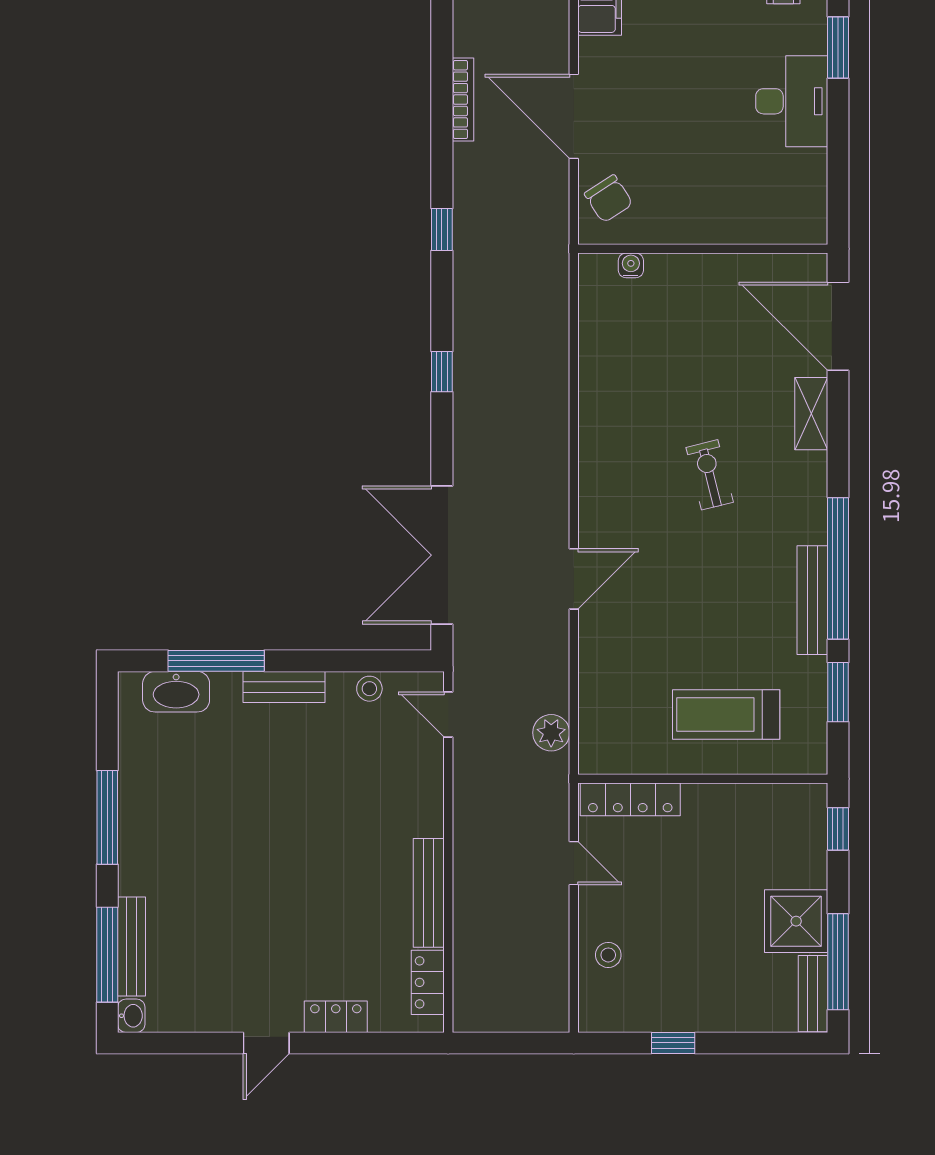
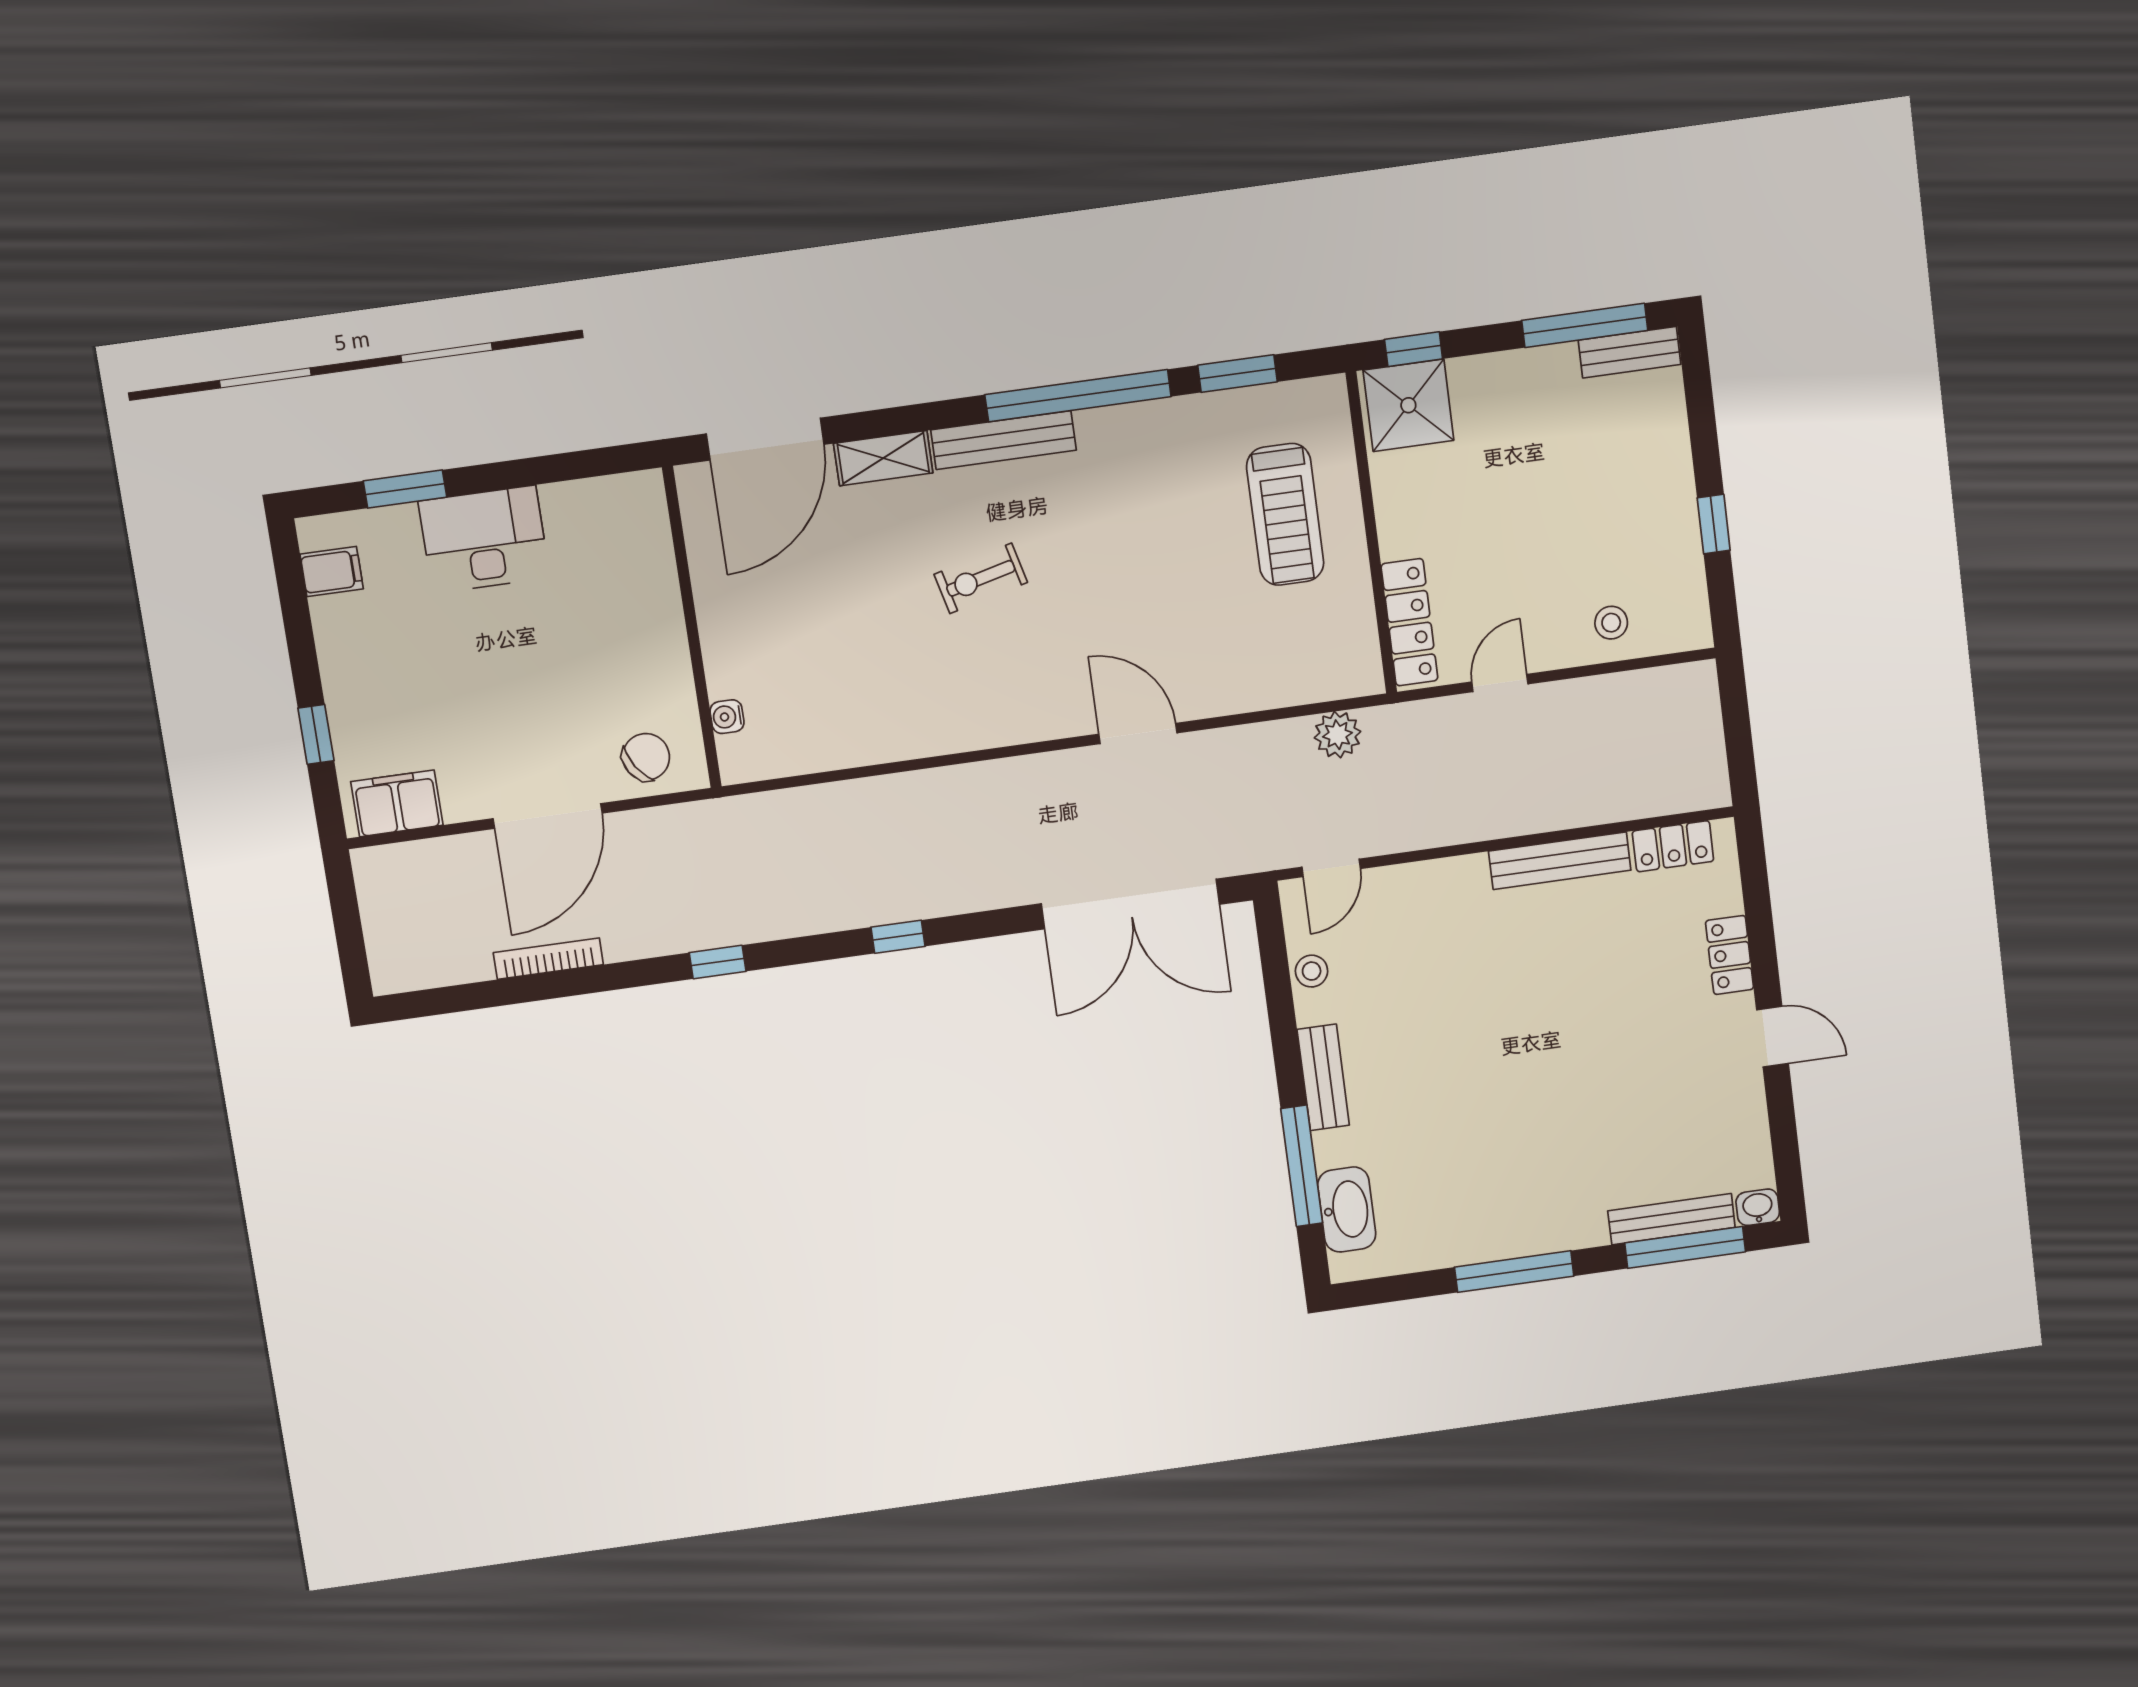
bench: (812, 600) -> (1004, 440), moved
shower: (796, 921) -> (1408, 405), moved

